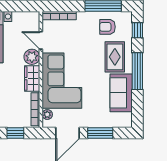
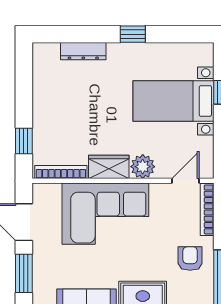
armchair: (107, 27) -> (190, 259), moved
door: (41, 40) -> (185, 181), moved
plant: (47, 115) -> (53, 191), removed

